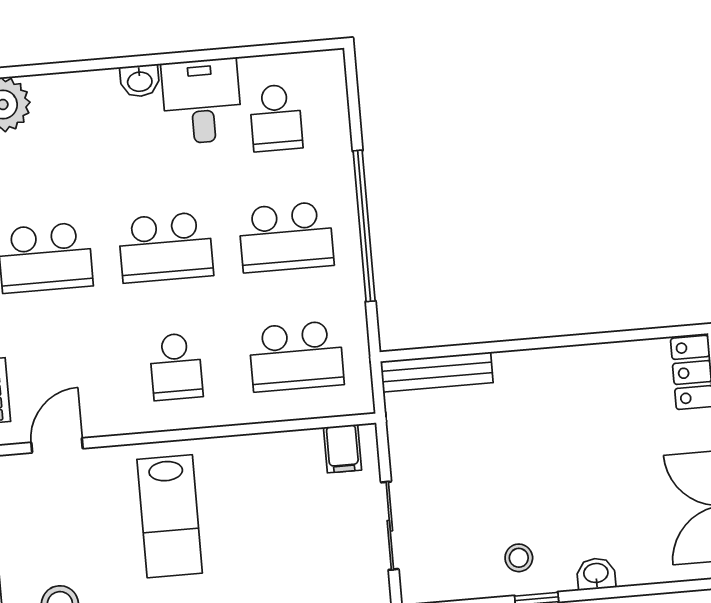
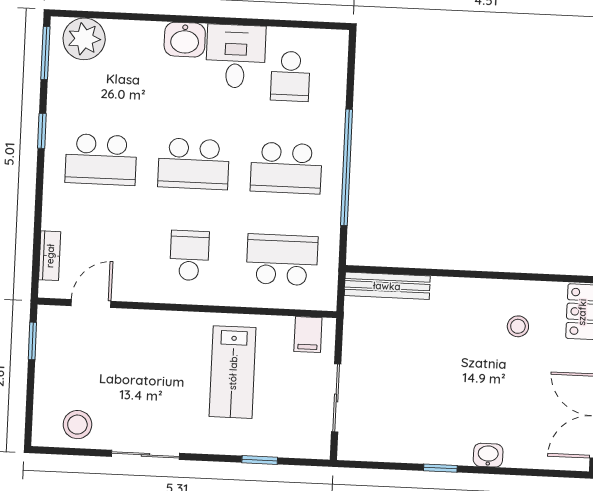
washbasin: (140, 81) -> (185, 40), width x1.38, depth x1.45
school desk: (296, 356) -> (282, 260), turned 180
school desk: (176, 367) -> (189, 255), turned 180
lab bench: (170, 516) -> (233, 372), moved
stool: (519, 558) -> (518, 326), moved

